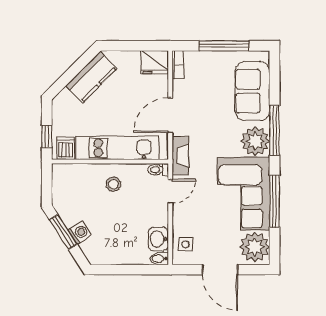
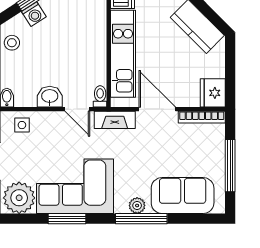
bookcase: (178, 65) -> (202, 117), width x1.56
plant: (255, 141) -> (137, 205), width x0.53, depth x0.53
stool: (113, 184) -> (12, 43), moved
window: (274, 201) -> (67, 219), width x0.69
washbasin: (158, 239) -> (50, 97), moved

